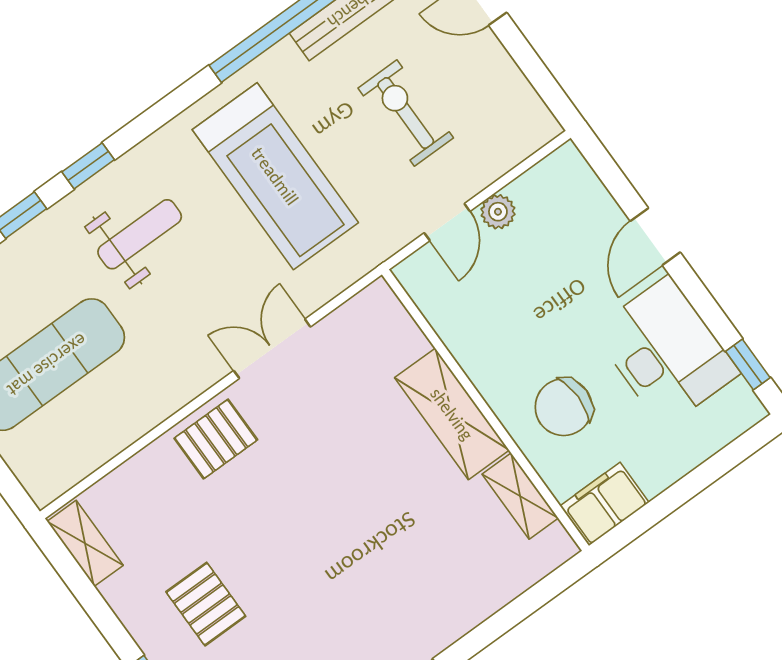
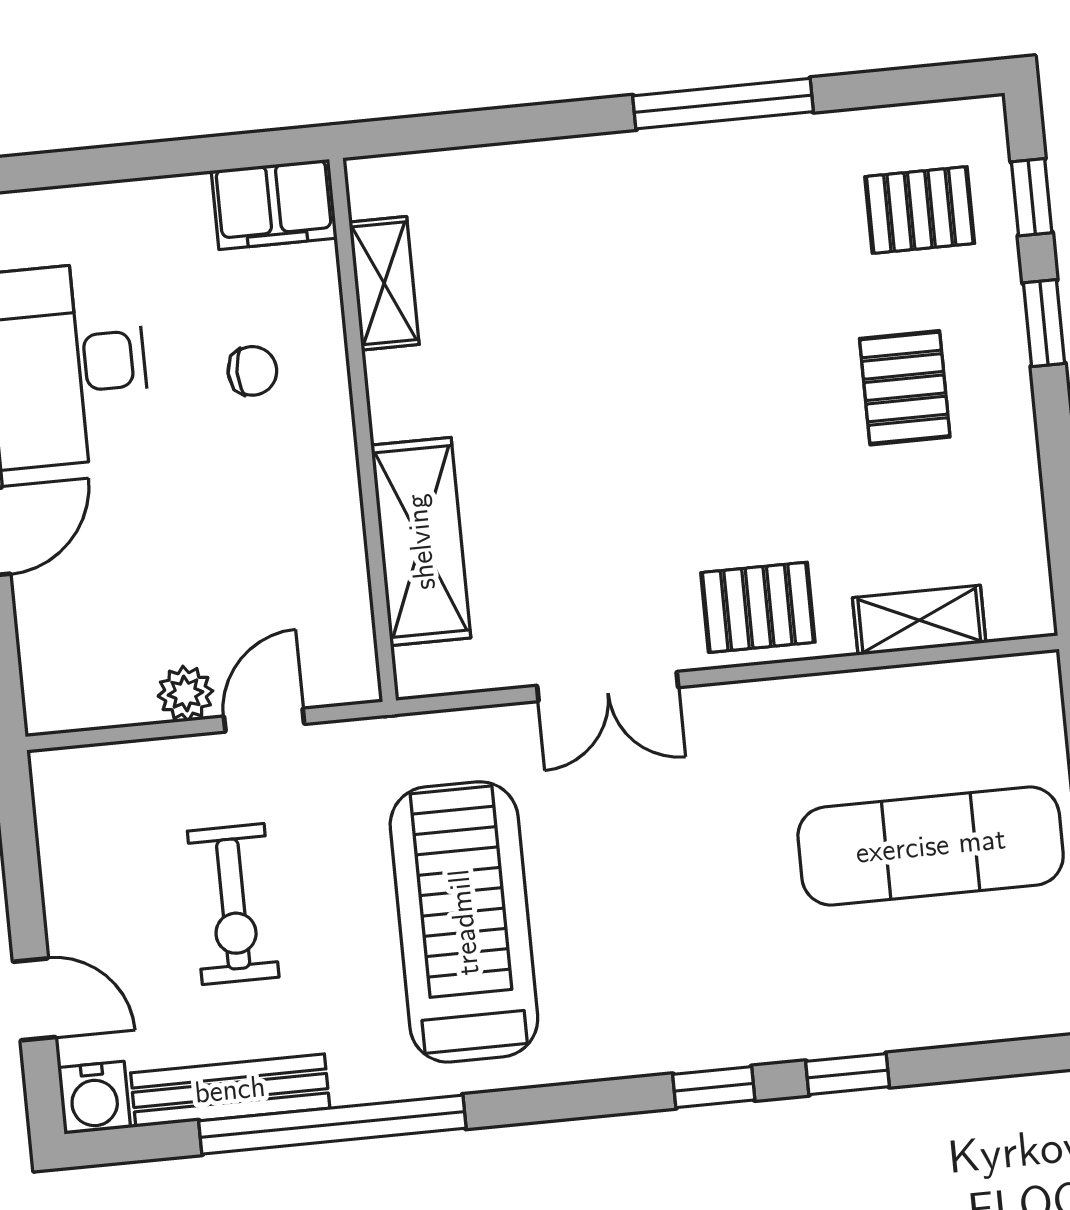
weight bench: (140, 234) -> (698, 951), removed
chair: (564, 407) -> (252, 371), width x0.54, depth x0.54
shelving: (452, 414) -> (421, 542), moved
shelving: (85, 543) -> (919, 620), moved, turned 90

